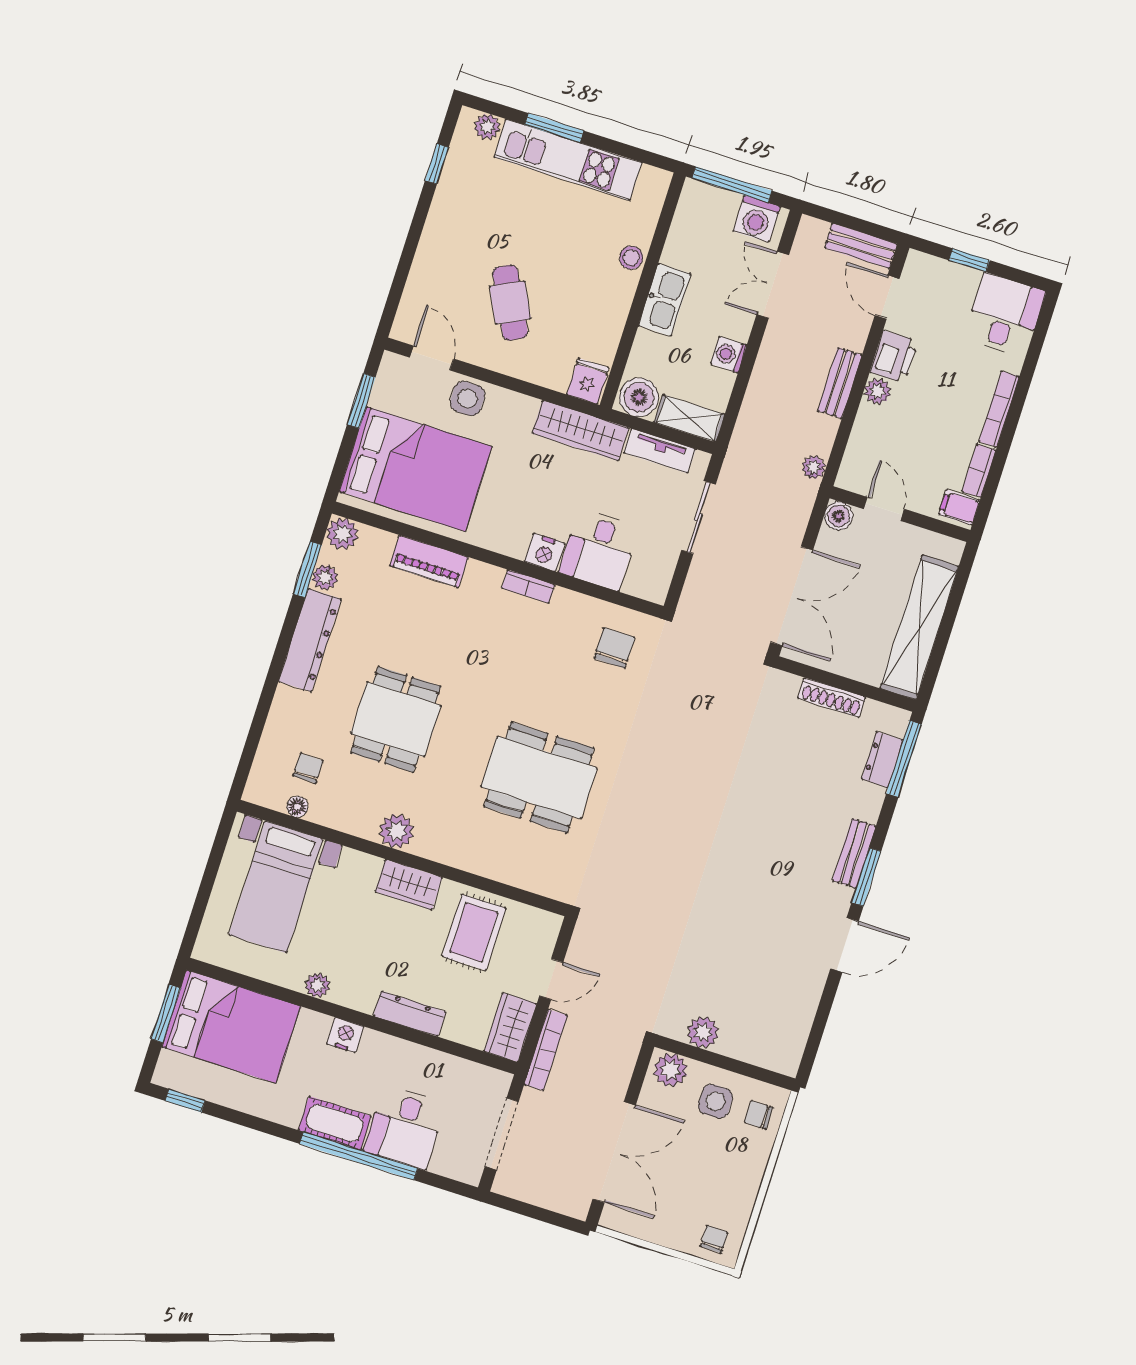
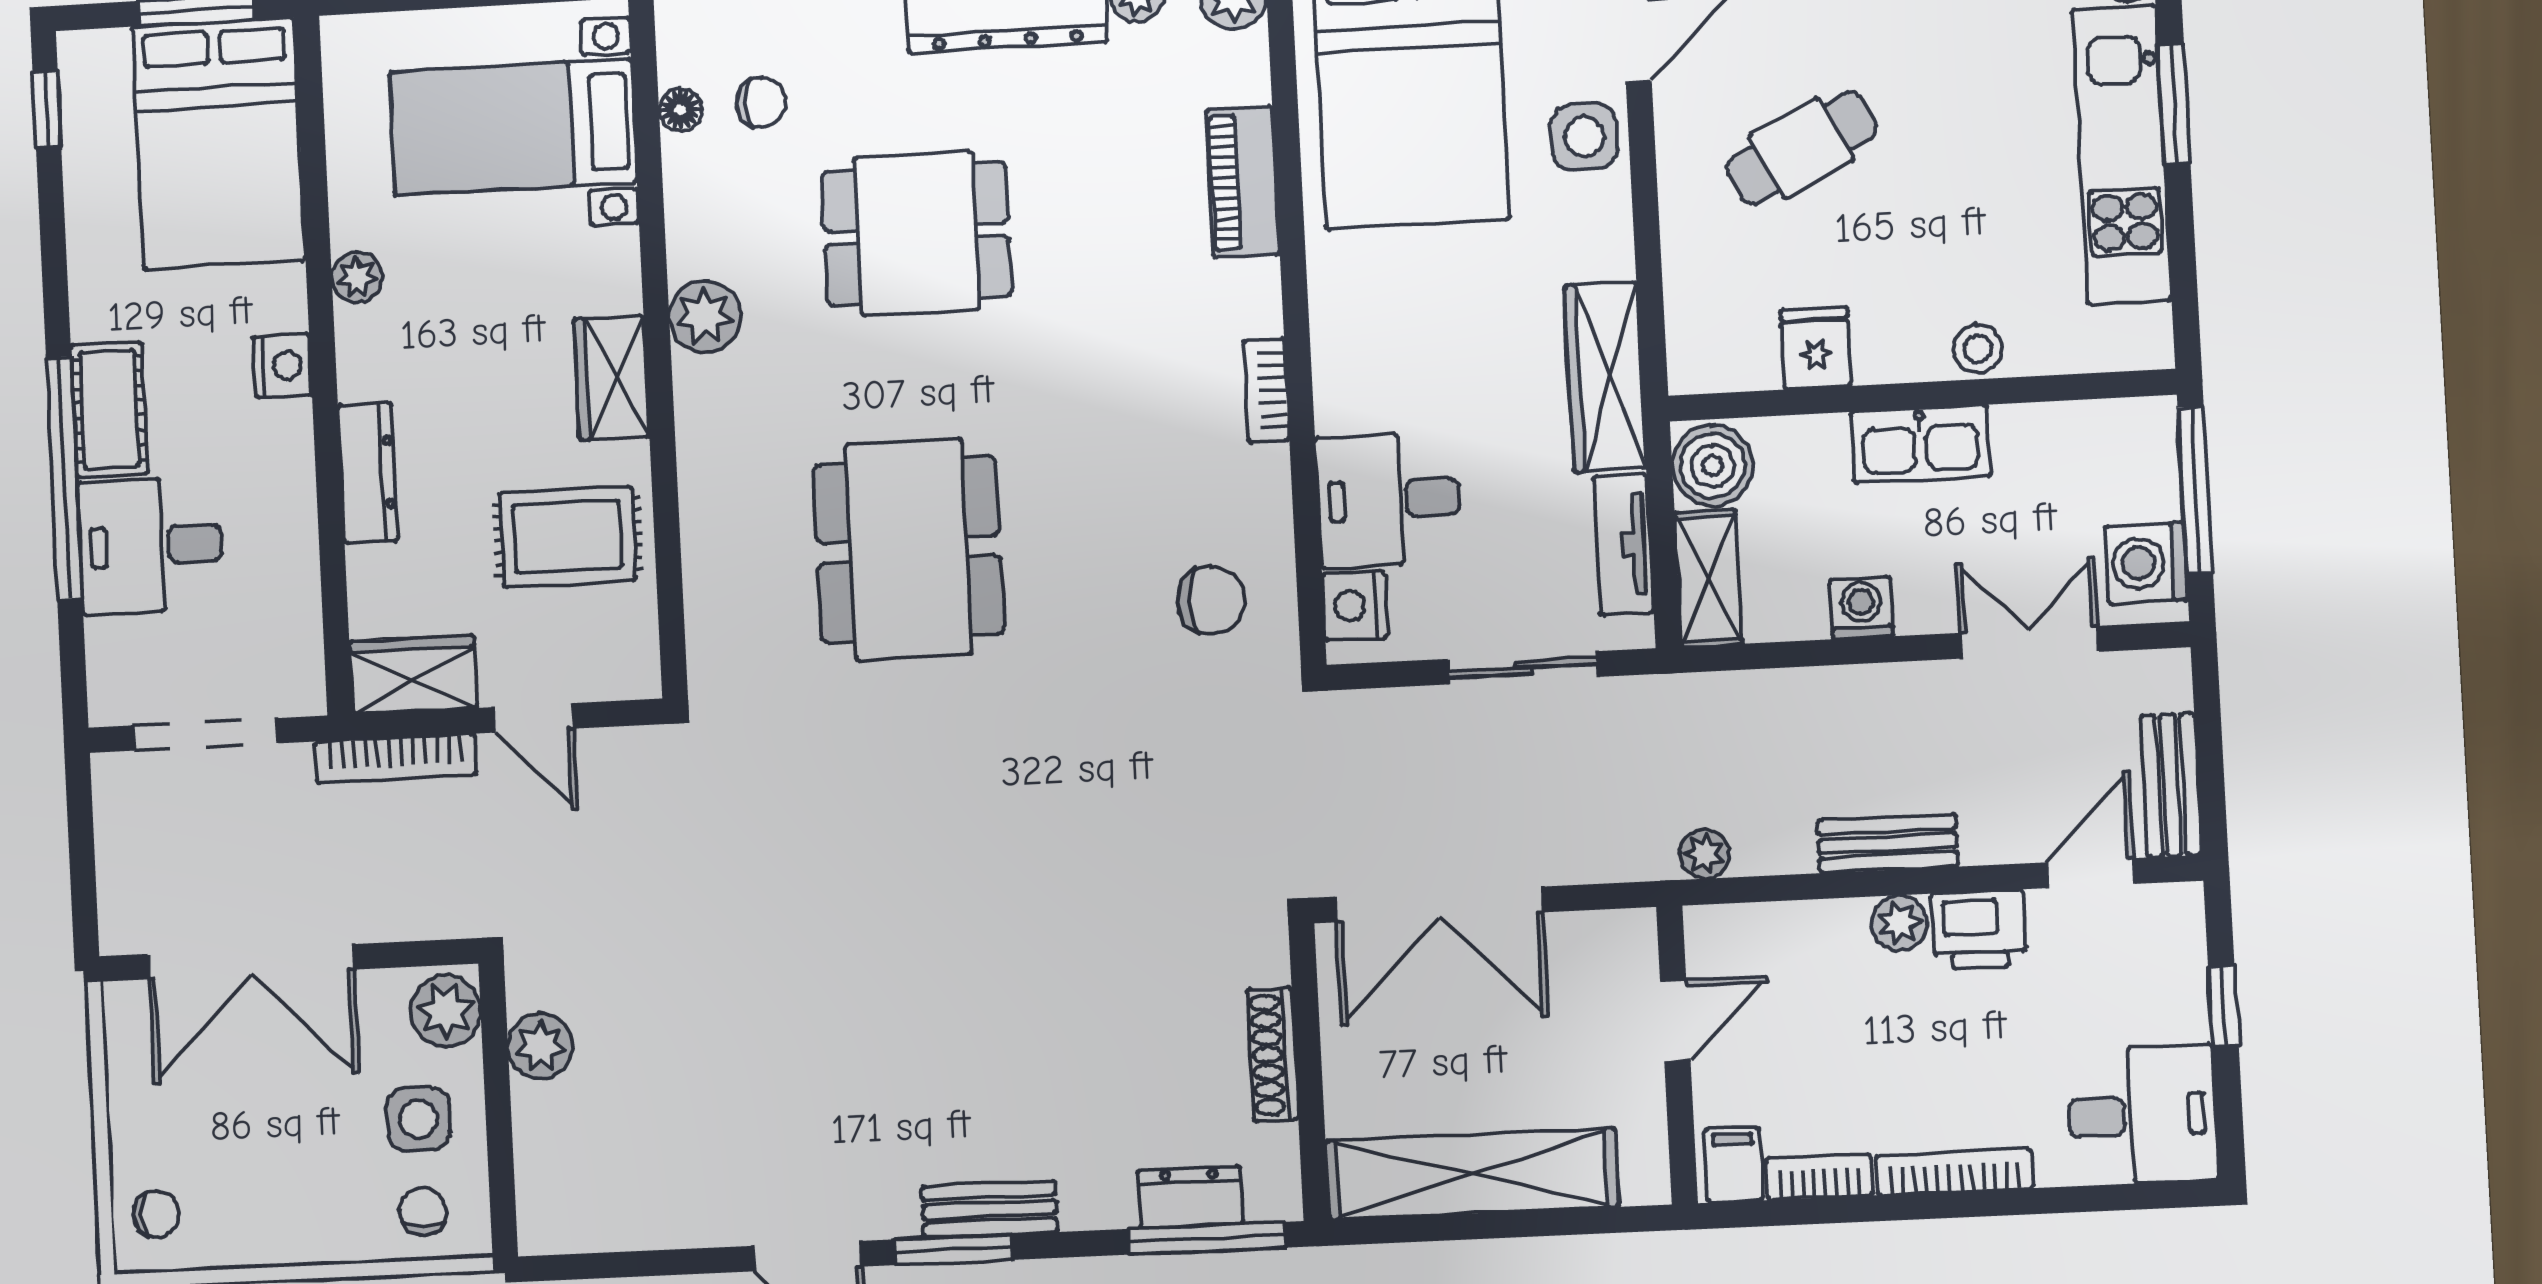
fridge: (588, 381) -> (1816, 348), moved, turned -90
boiler: (839, 516) -> (1629, 937), removed
nightstand: (545, 552) -> (1355, 606), moved

